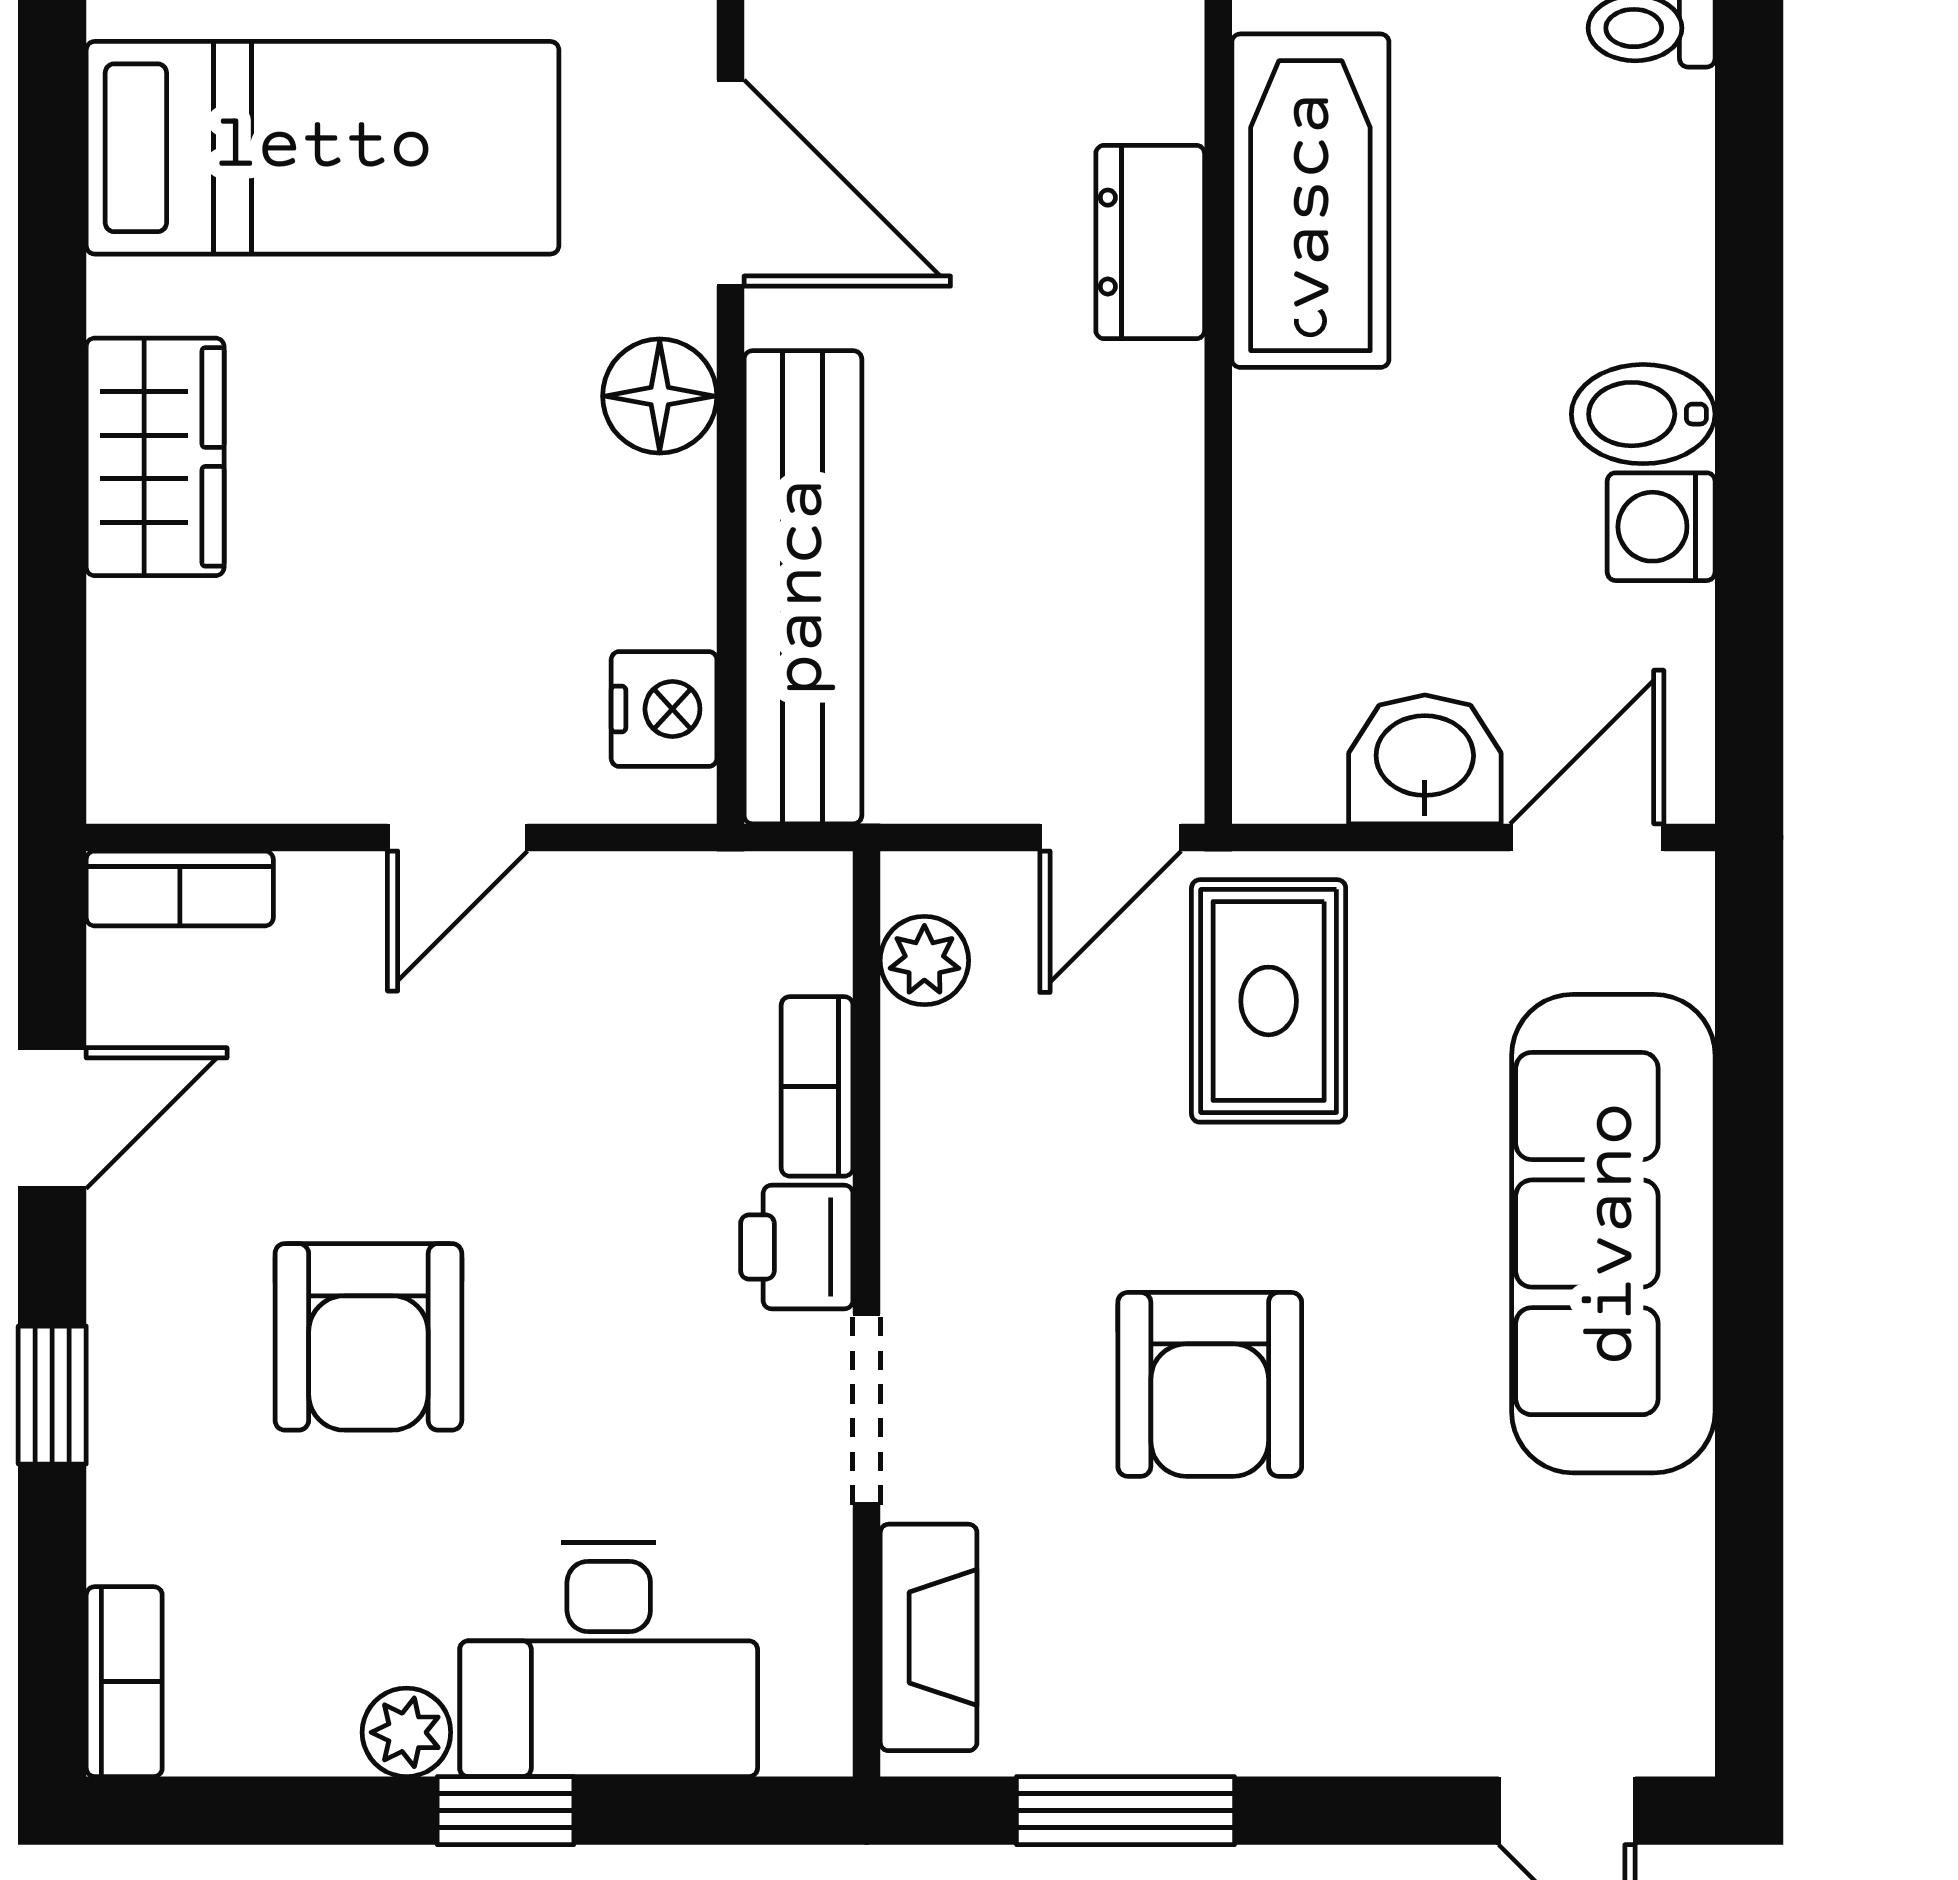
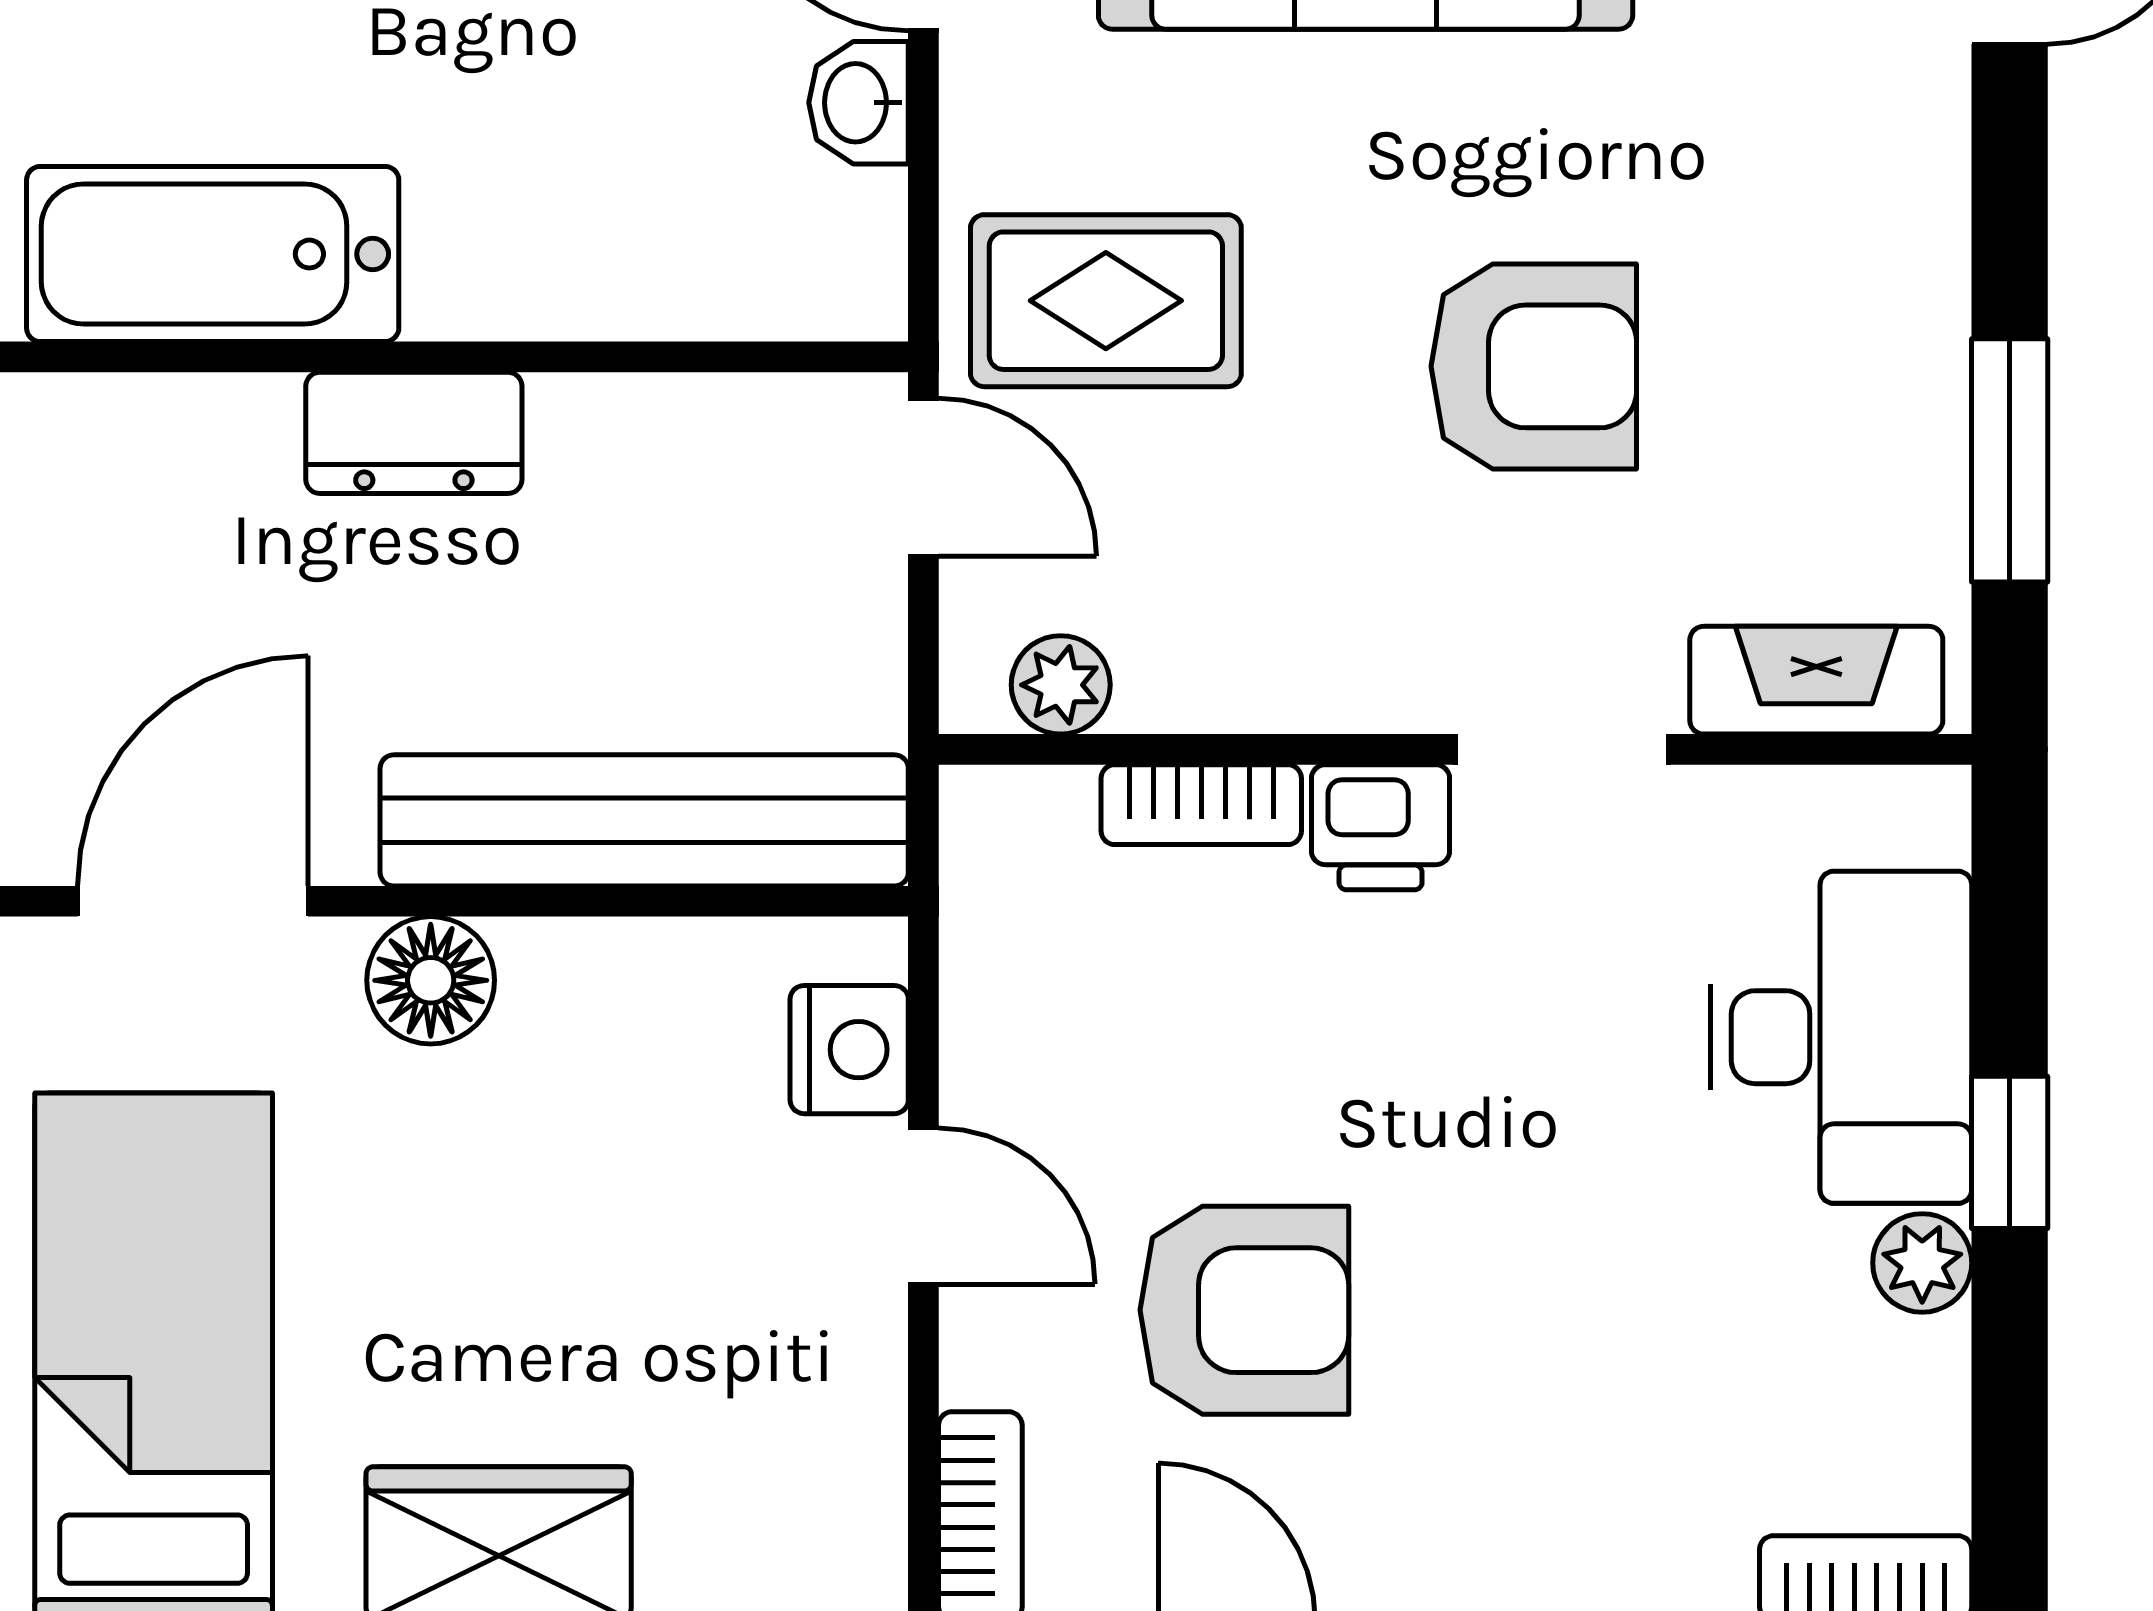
dresser: (1150, 242) -> (414, 433), moved
nightstand: (664, 709) -> (849, 1050), moved, turned 90
washbasin: (1425, 759) -> (858, 103), width x0.72, depth x0.69
armchair: (368, 1337) -> (1244, 1310), moved

